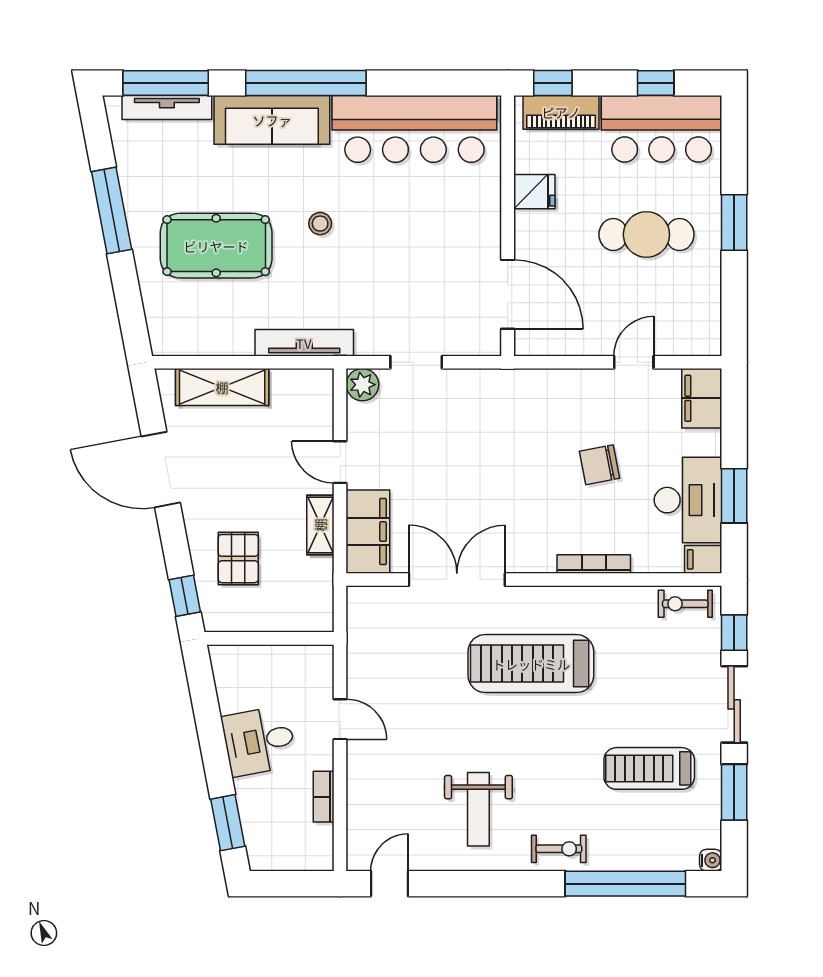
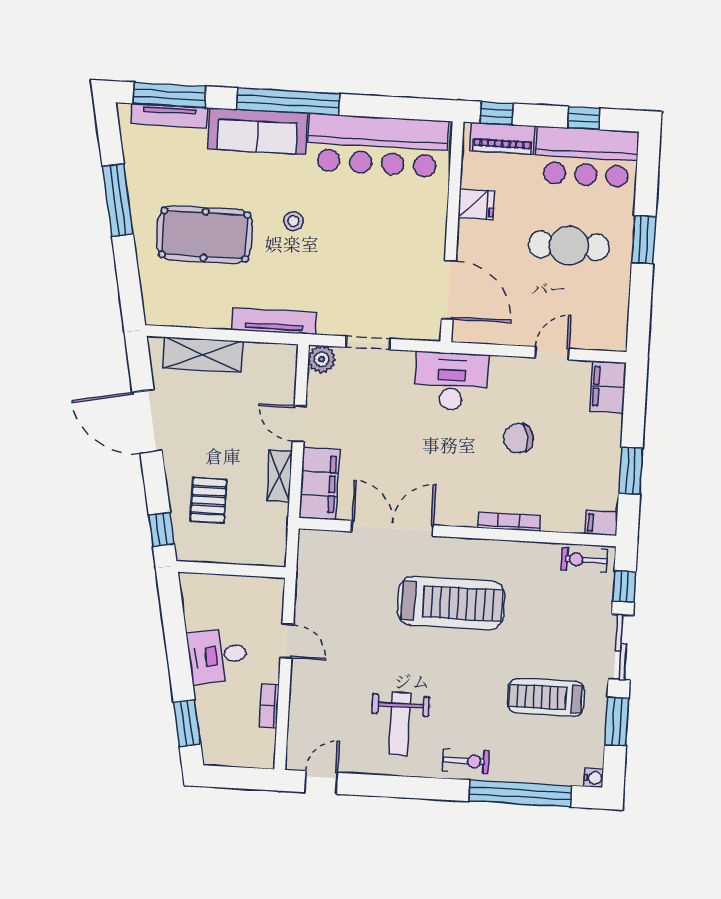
desk: (688, 500) -> (451, 381), moved, turned -90
treadmill: (531, 664) -> (451, 603), turned 180

